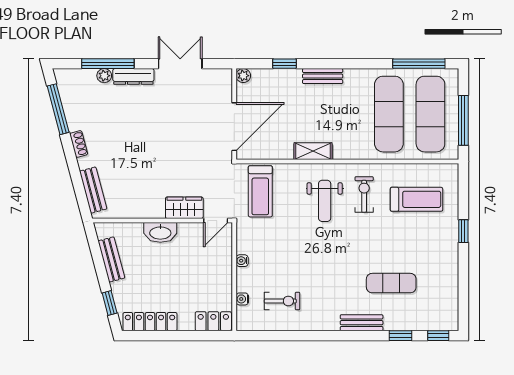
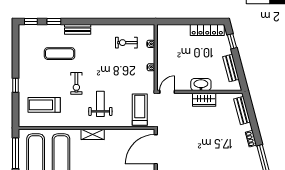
shelving: (313, 151) -> (93, 134), moved
exercise bike: (364, 195) -> (76, 83), moved
wardrobe: (184, 208) -> (204, 100), moved
locker: (213, 321) -> (168, 30), removed

